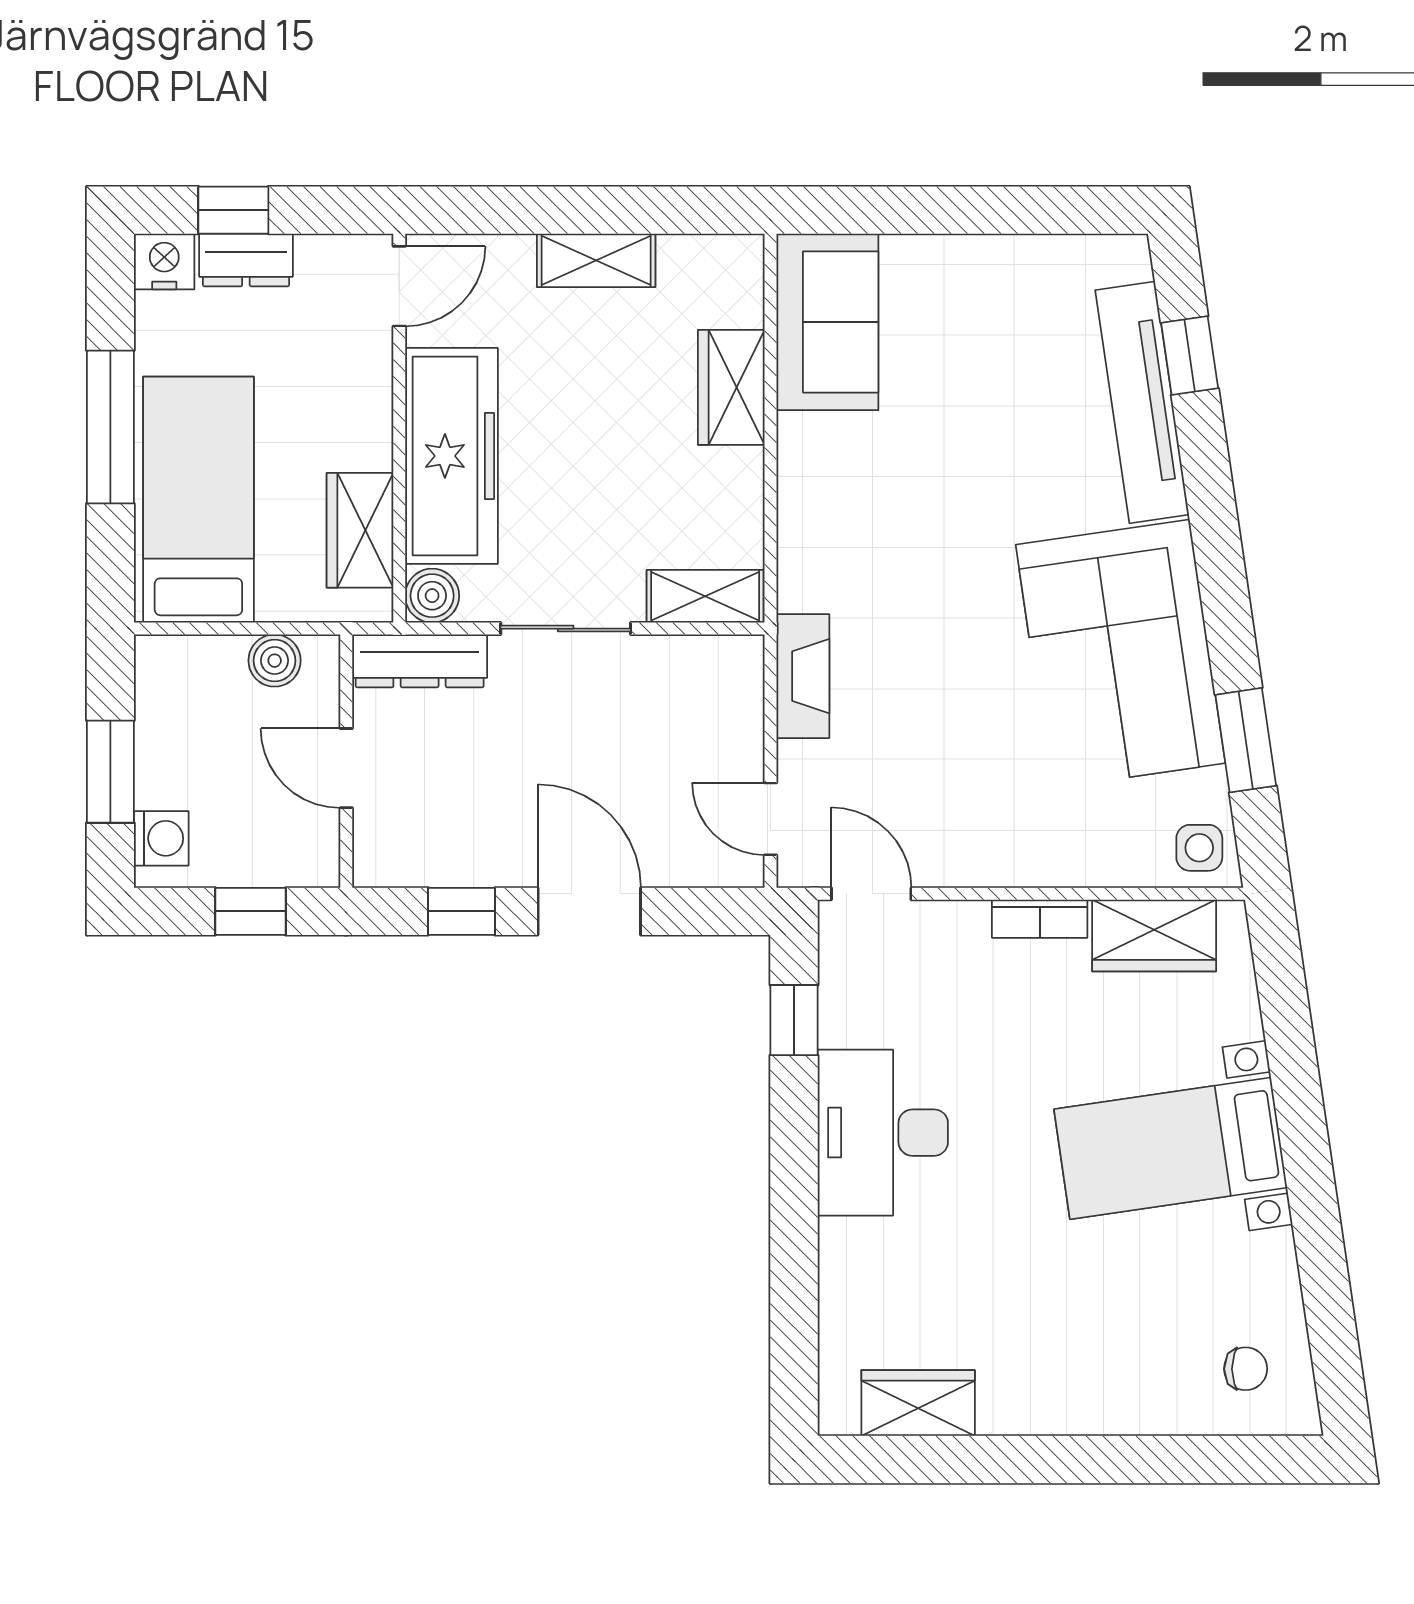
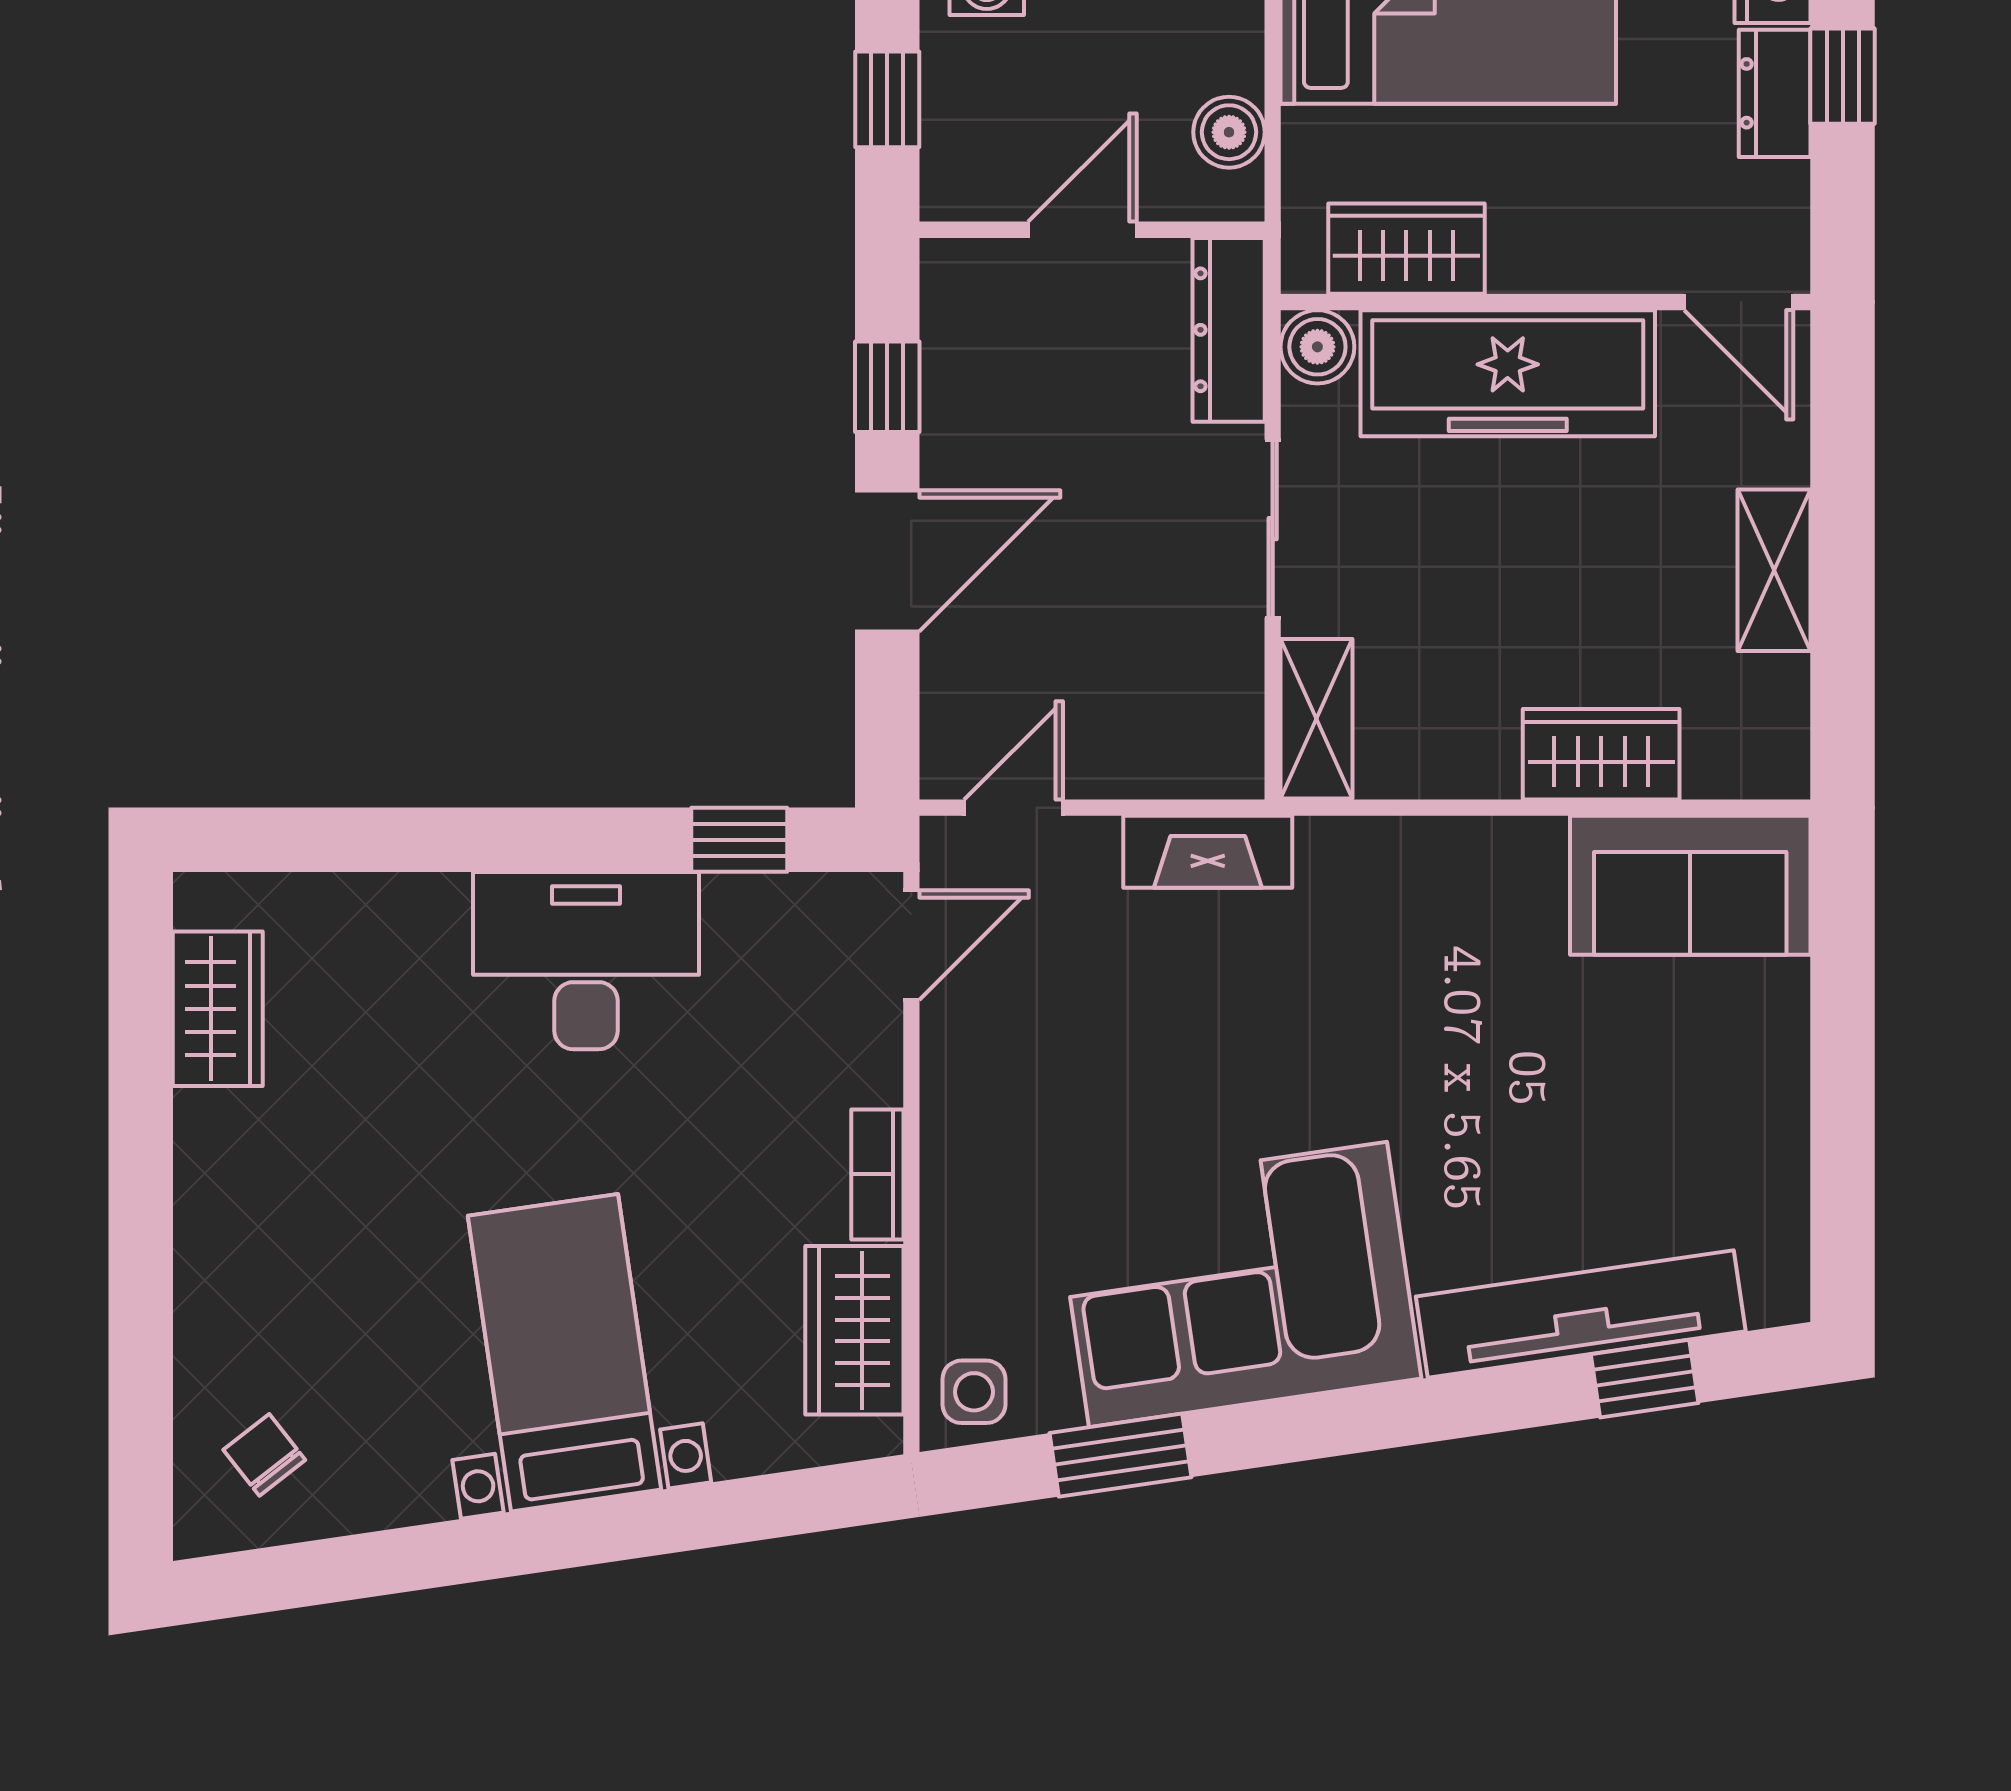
chair: (1246, 1369) -> (264, 1455), turned 142

